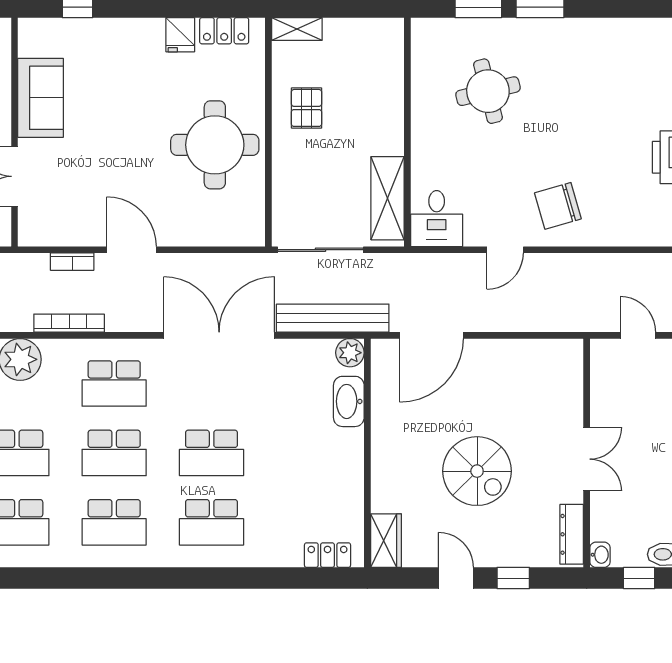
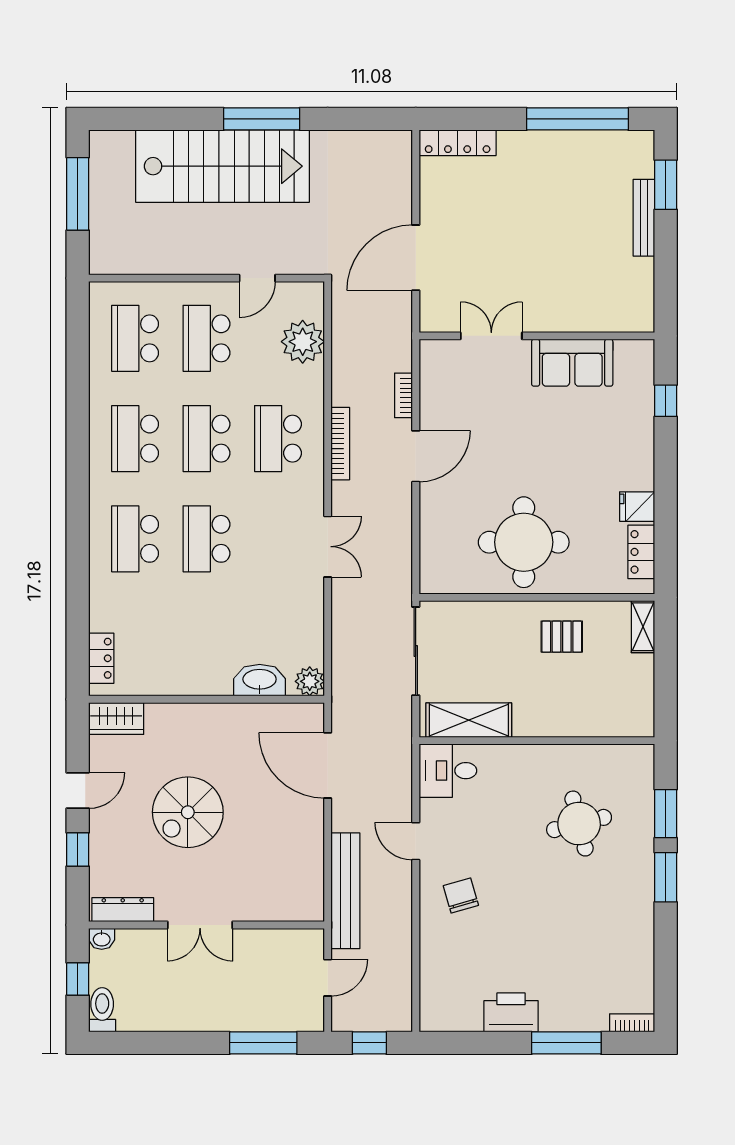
chair: (558, 206) -> (461, 896), width x0.73, depth x0.73
bench: (333, 318) -> (345, 891), moved
bookcase: (69, 323) -> (340, 444), moved
double door: (219, 335) -> (328, 547), width x0.54

